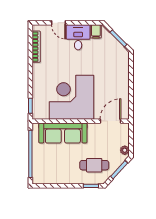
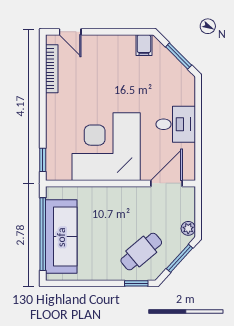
door: (59, 23) -> (70, 32), moved
desk: (78, 37) -> (176, 124), moved, turned 90
sofa: (63, 133) -> (61, 237), moved, turned -90
cafe table: (94, 165) -> (141, 252), turned -40

